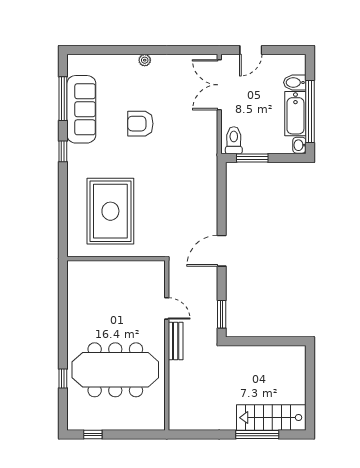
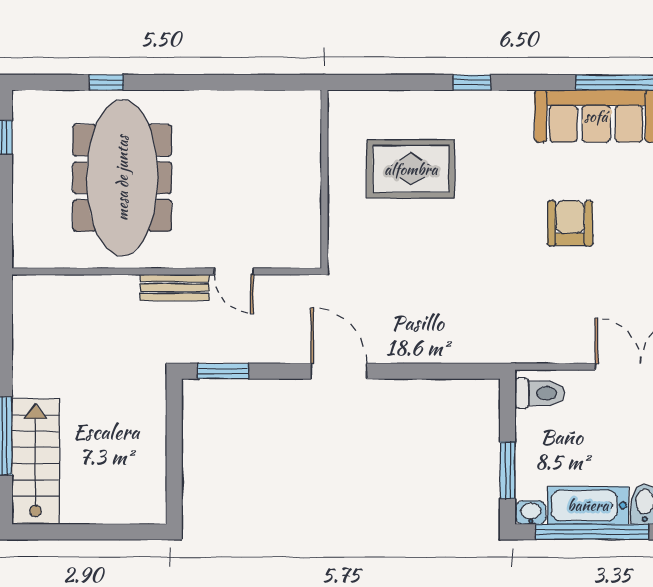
window: (63, 151) -> (472, 82), moved
window: (252, 158) -> (508, 470), moved
rug: (110, 211) -> (411, 169), width x0.73, depth x0.69
door: (167, 308) -> (234, 271), hinge flipped

